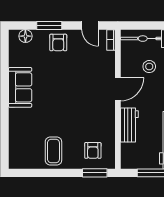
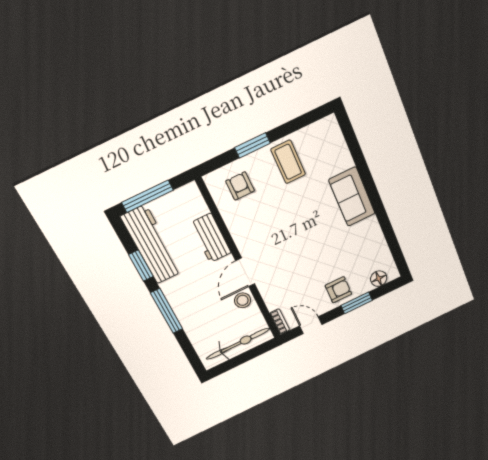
armchair: (58, 42) -> (338, 290), turned 90
stool: (149, 67) -> (243, 300), moved
sofa: (20, 87) -> (352, 197), moved
window: (95, 173) -> (252, 145), moved

